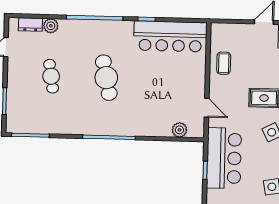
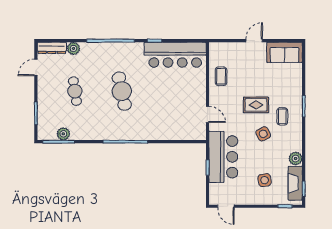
dresser: (30, 24) -> (52, 48), width x1.44
plant: (179, 130) -> (63, 134), moved

